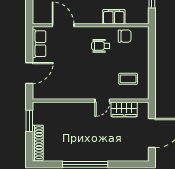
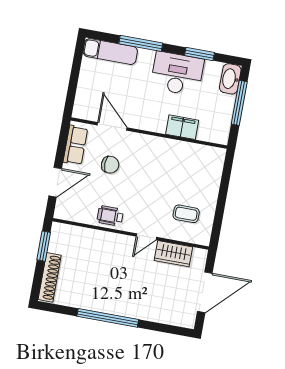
chair: (125, 36) -> (110, 165), moved
wheelchair: (101, 46) -> (110, 216), moved

